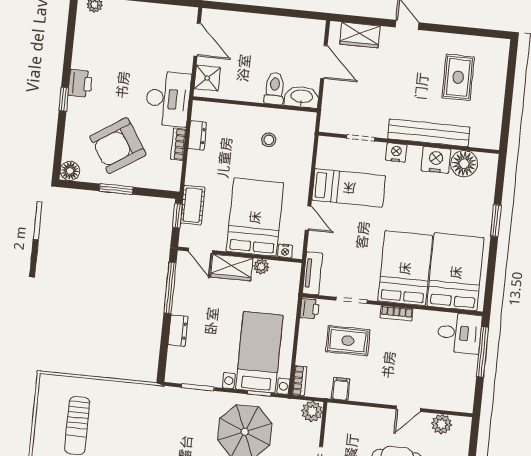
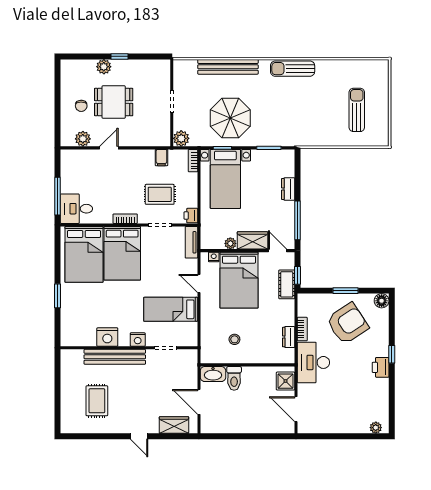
floor lamp: (464, 164) -> (86, 336), removed

